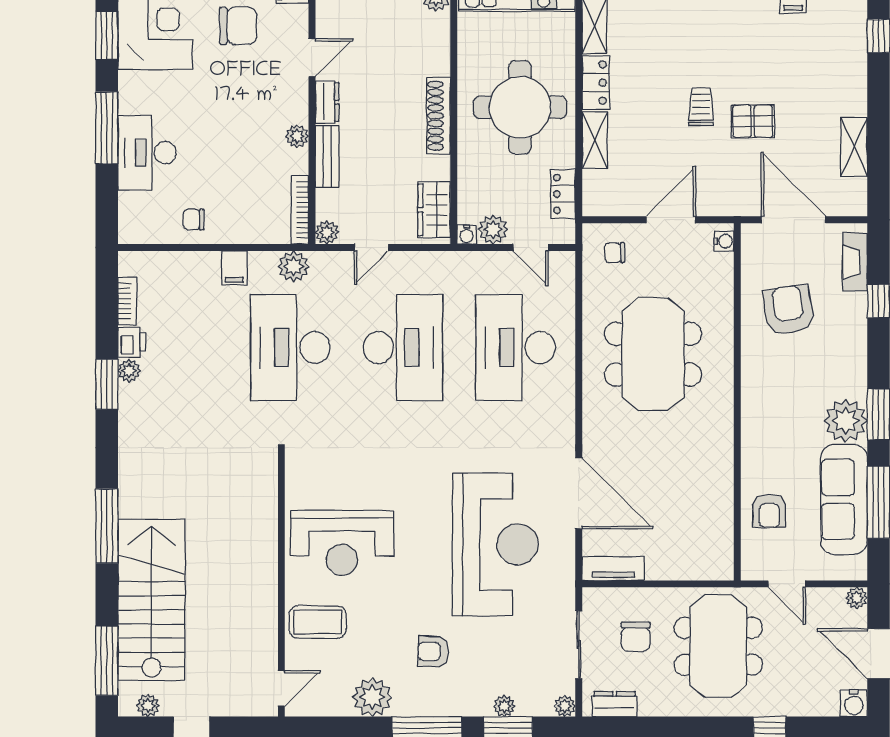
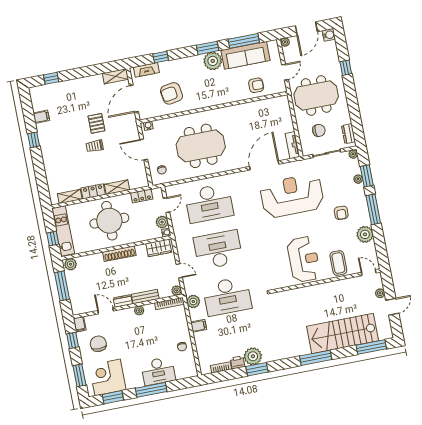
shelving: (854, 147) -> (115, 76), moved
plant: (129, 371) -> (253, 356), width x1.87, depth x1.87
plant: (148, 705) -> (380, 293), moved

